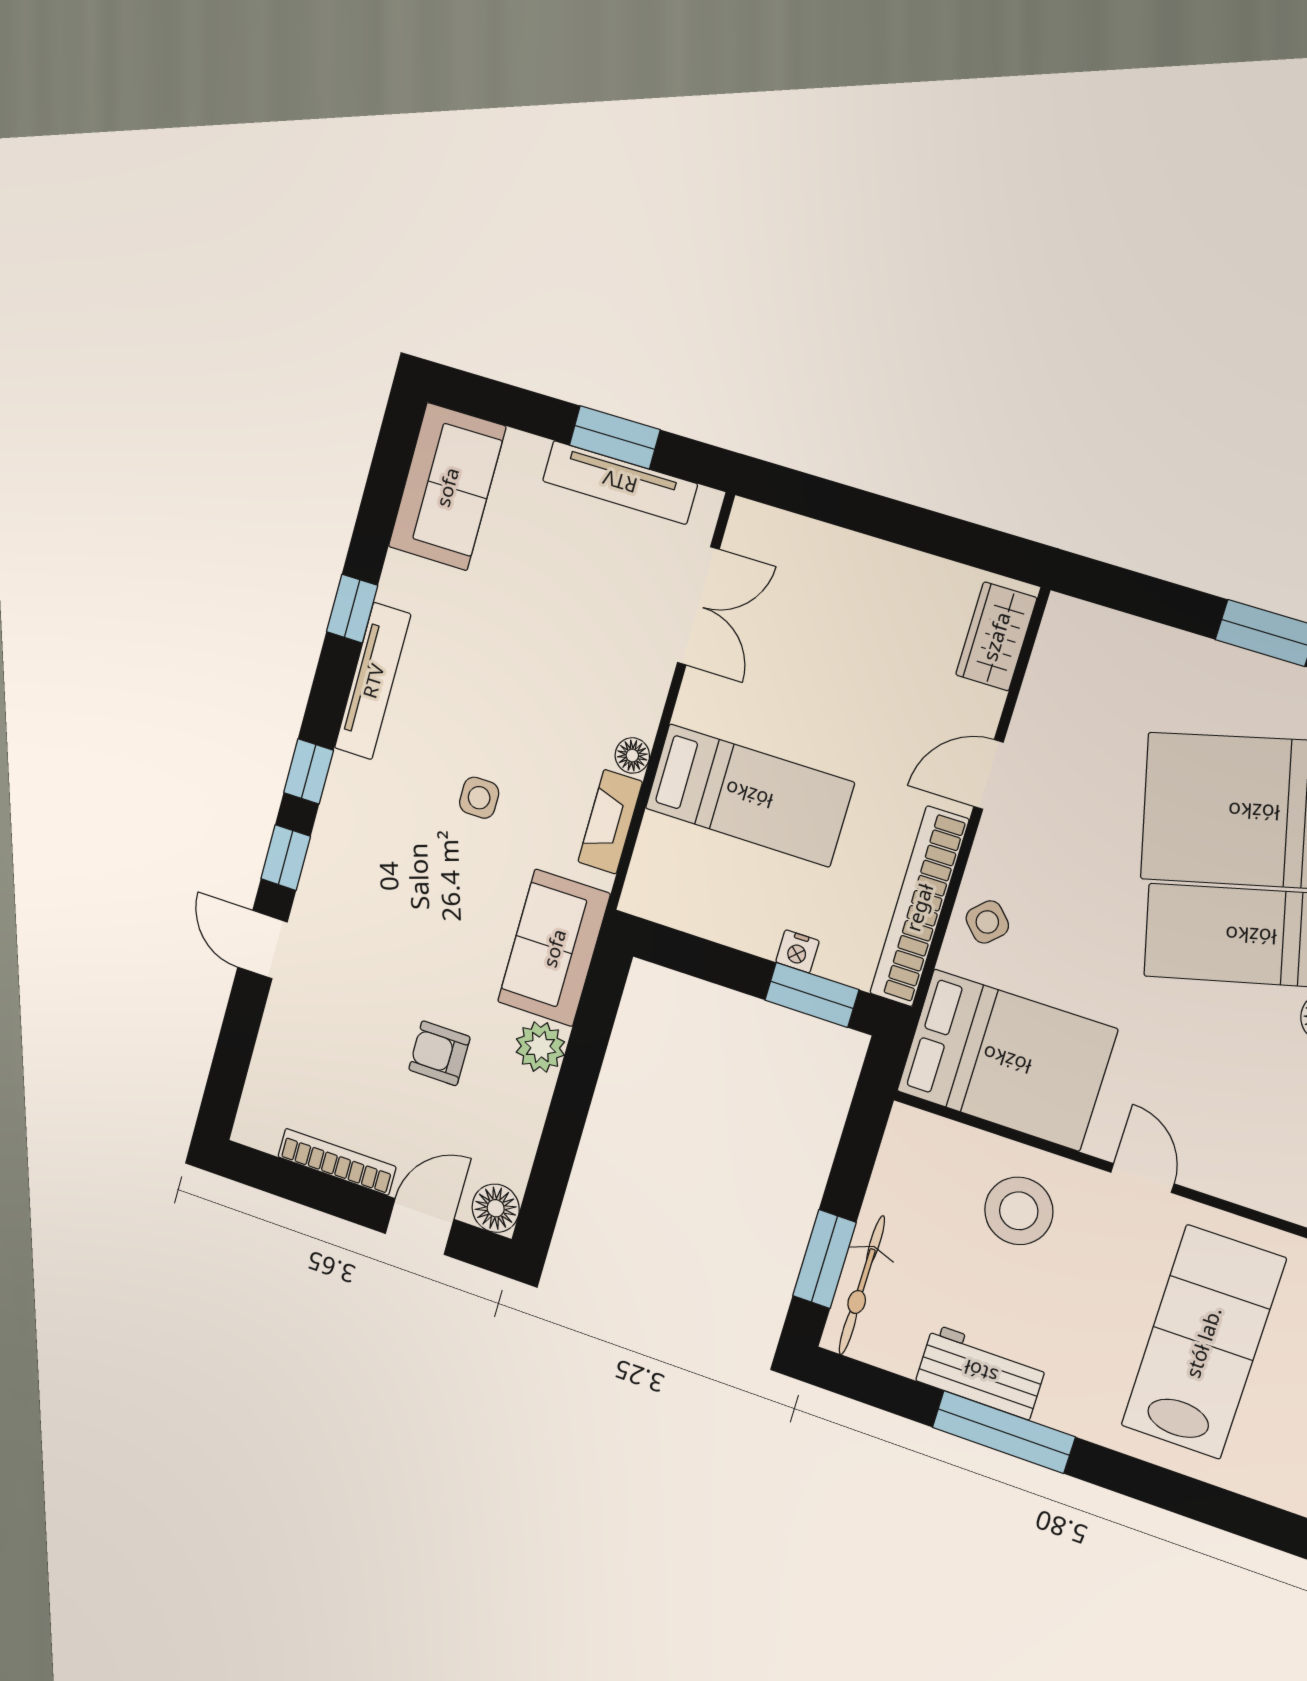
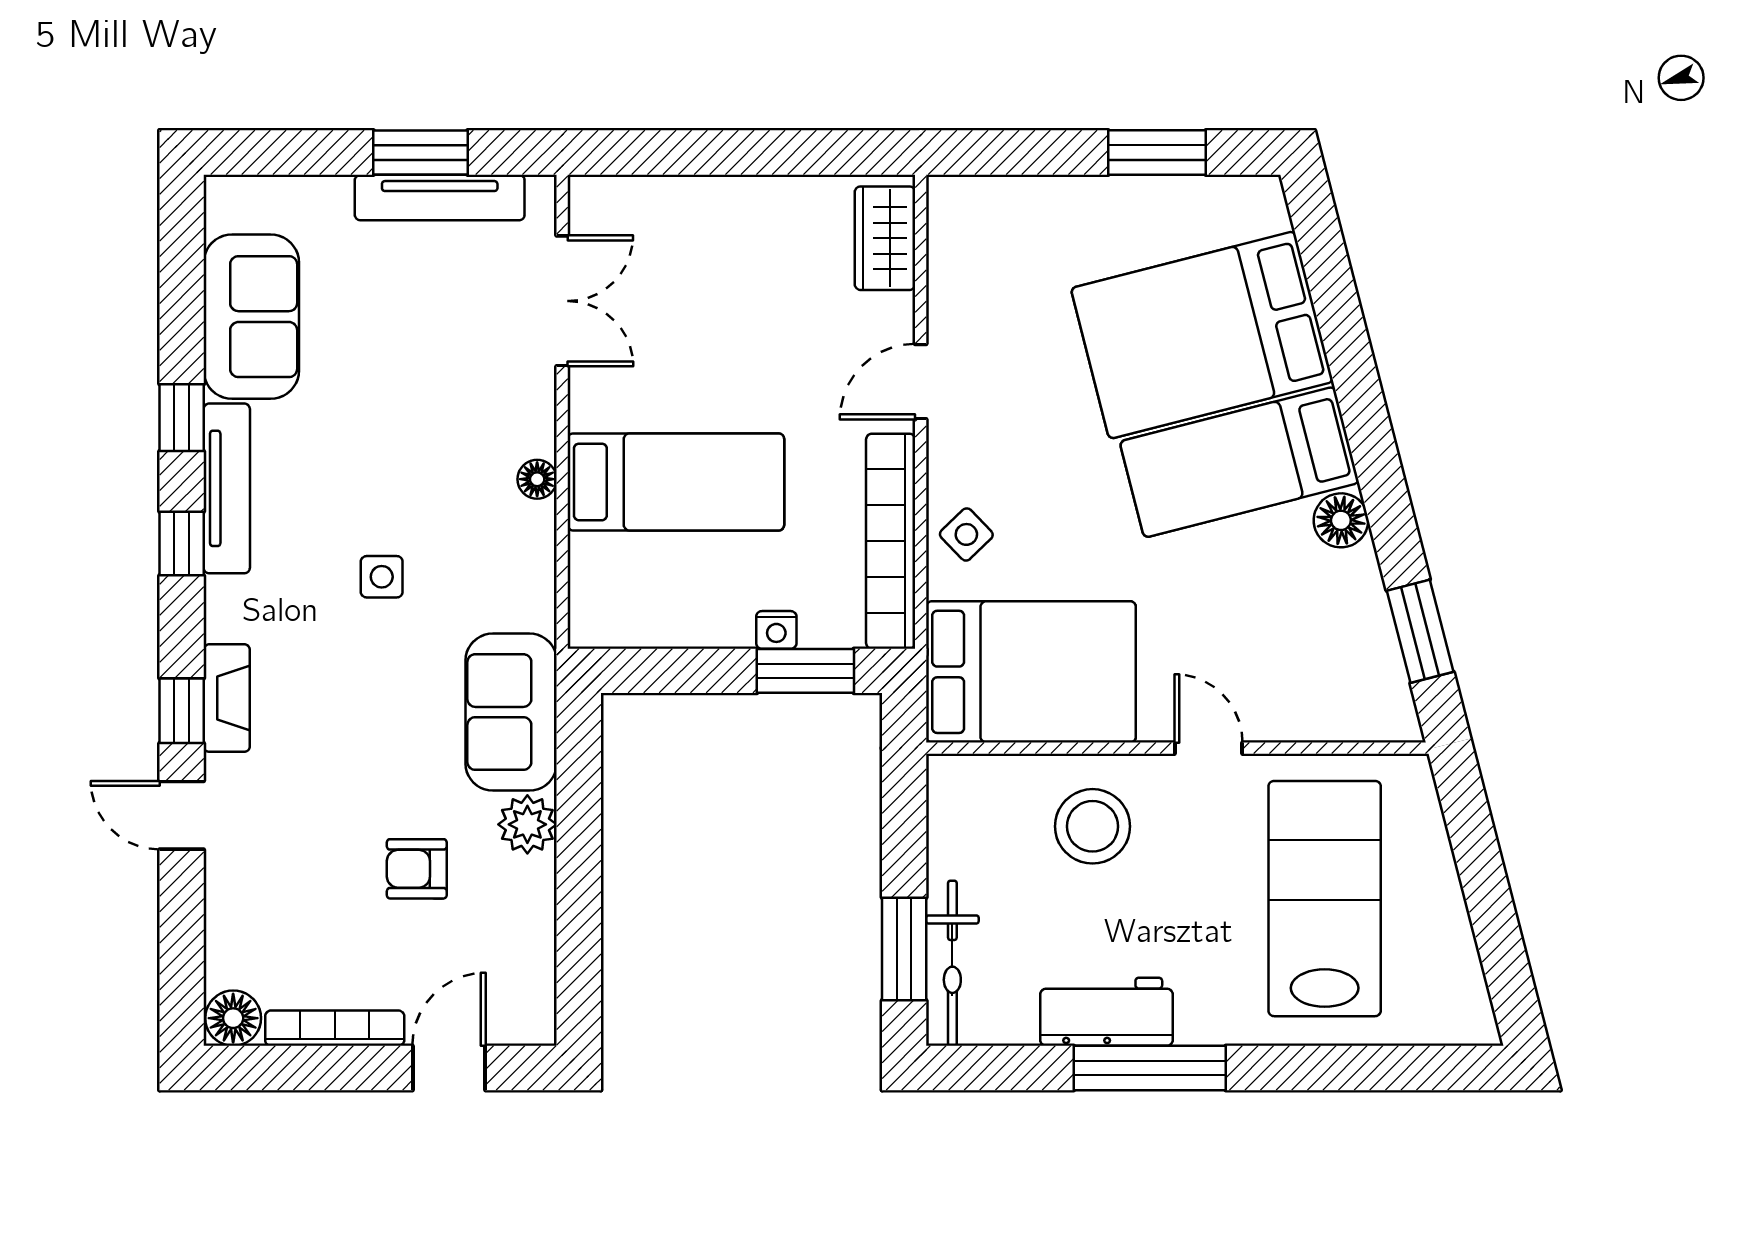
sofa: (447, 487) -> (251, 317), moved
window: (309, 771) -> (182, 544), moved
fireplace: (610, 822) -> (227, 698), moved, turned 180
floor lamp: (496, 1208) -> (233, 1018), moved

